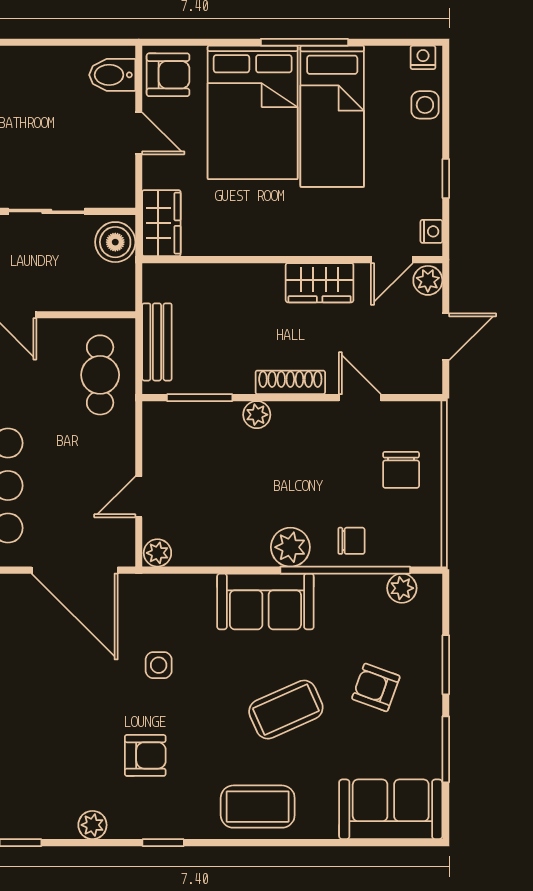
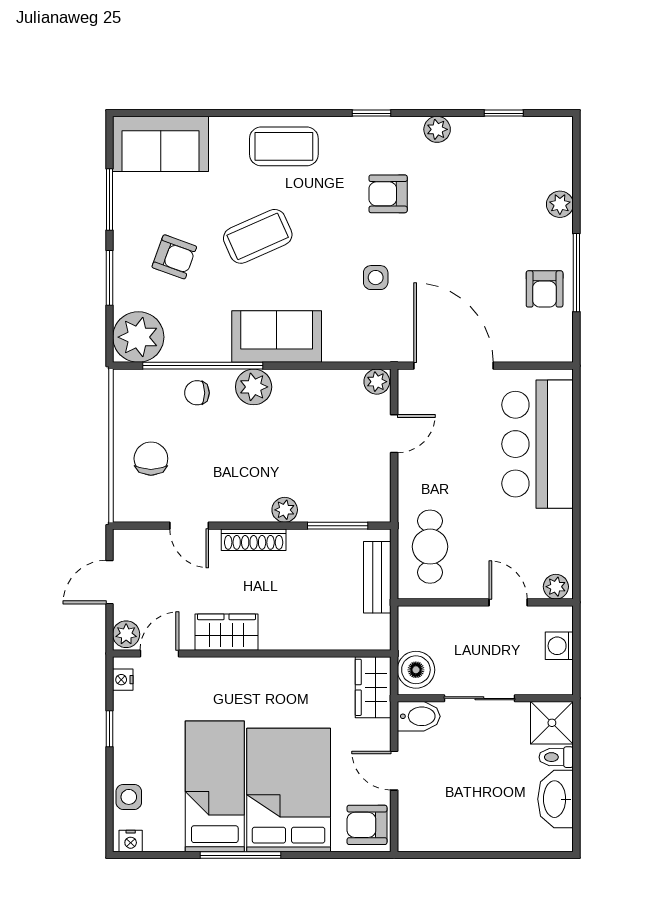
bidet: (112, 75) -> (419, 716), moved
plant: (402, 588) -> (138, 337), width x1.87, depth x1.87

